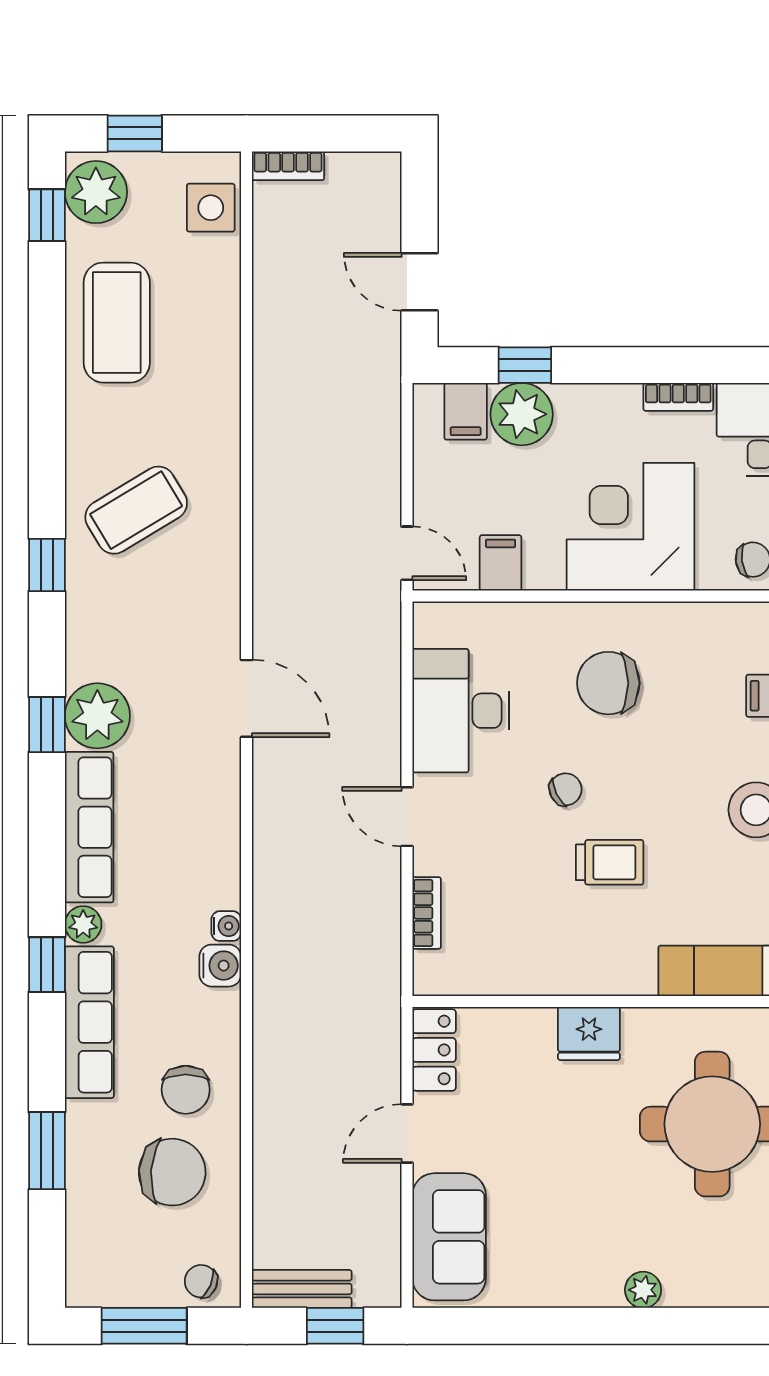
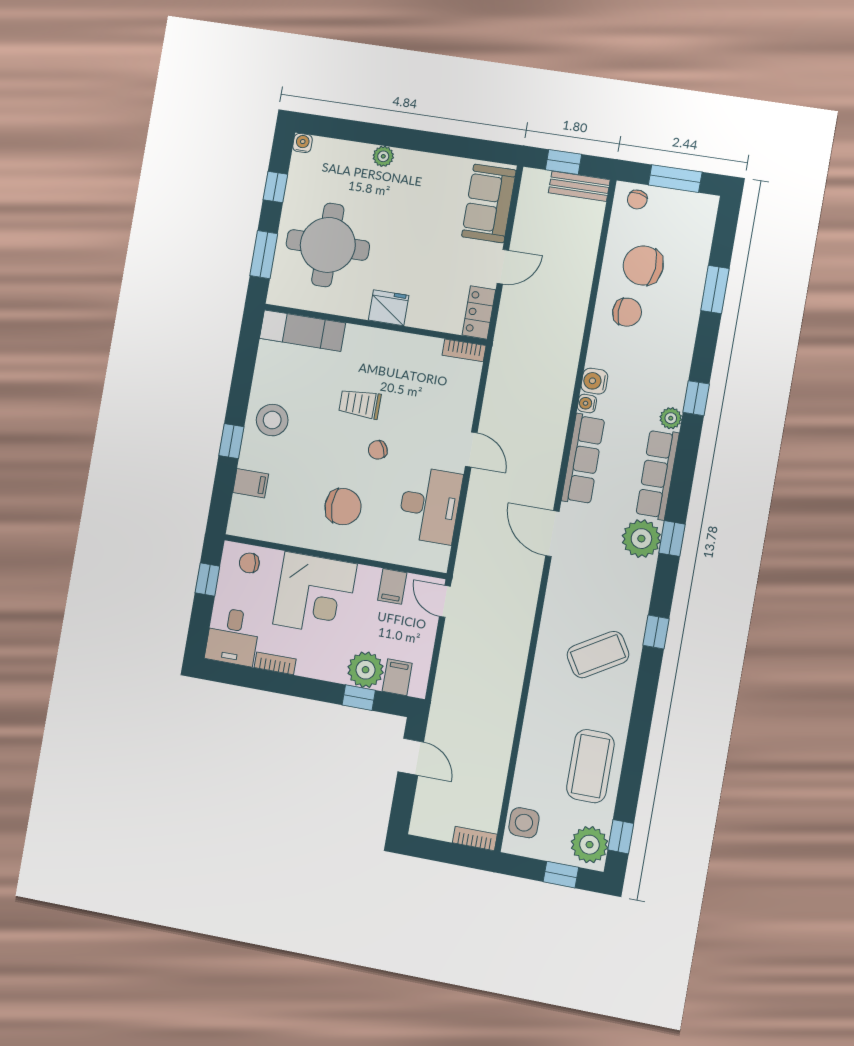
bookcase: (427, 913) -> (464, 350), moved, turned -90
row of seats: (89, 1022) -> (583, 459), moved, turned 180
chair: (186, 1090) -> (627, 312), turned 90
chair: (201, 1281) -> (637, 200), turned 77

